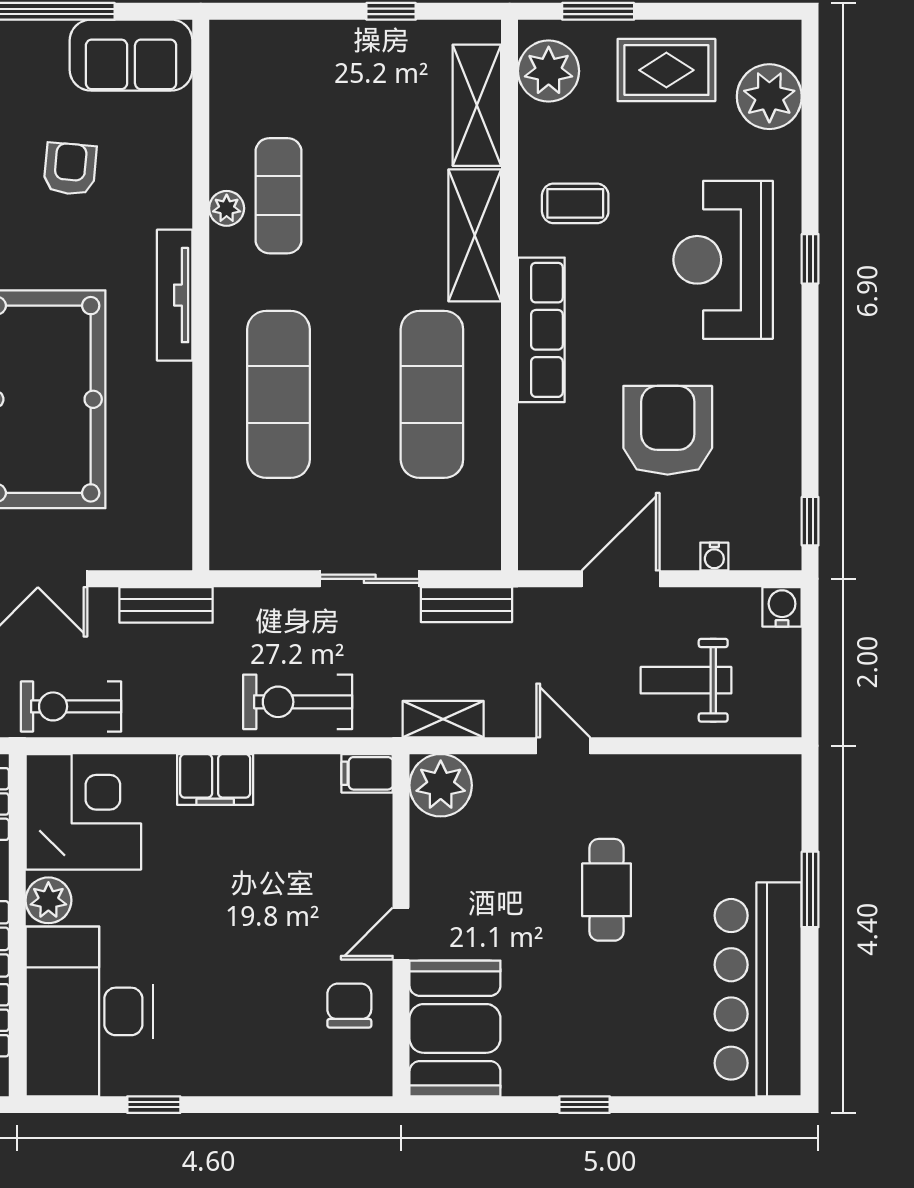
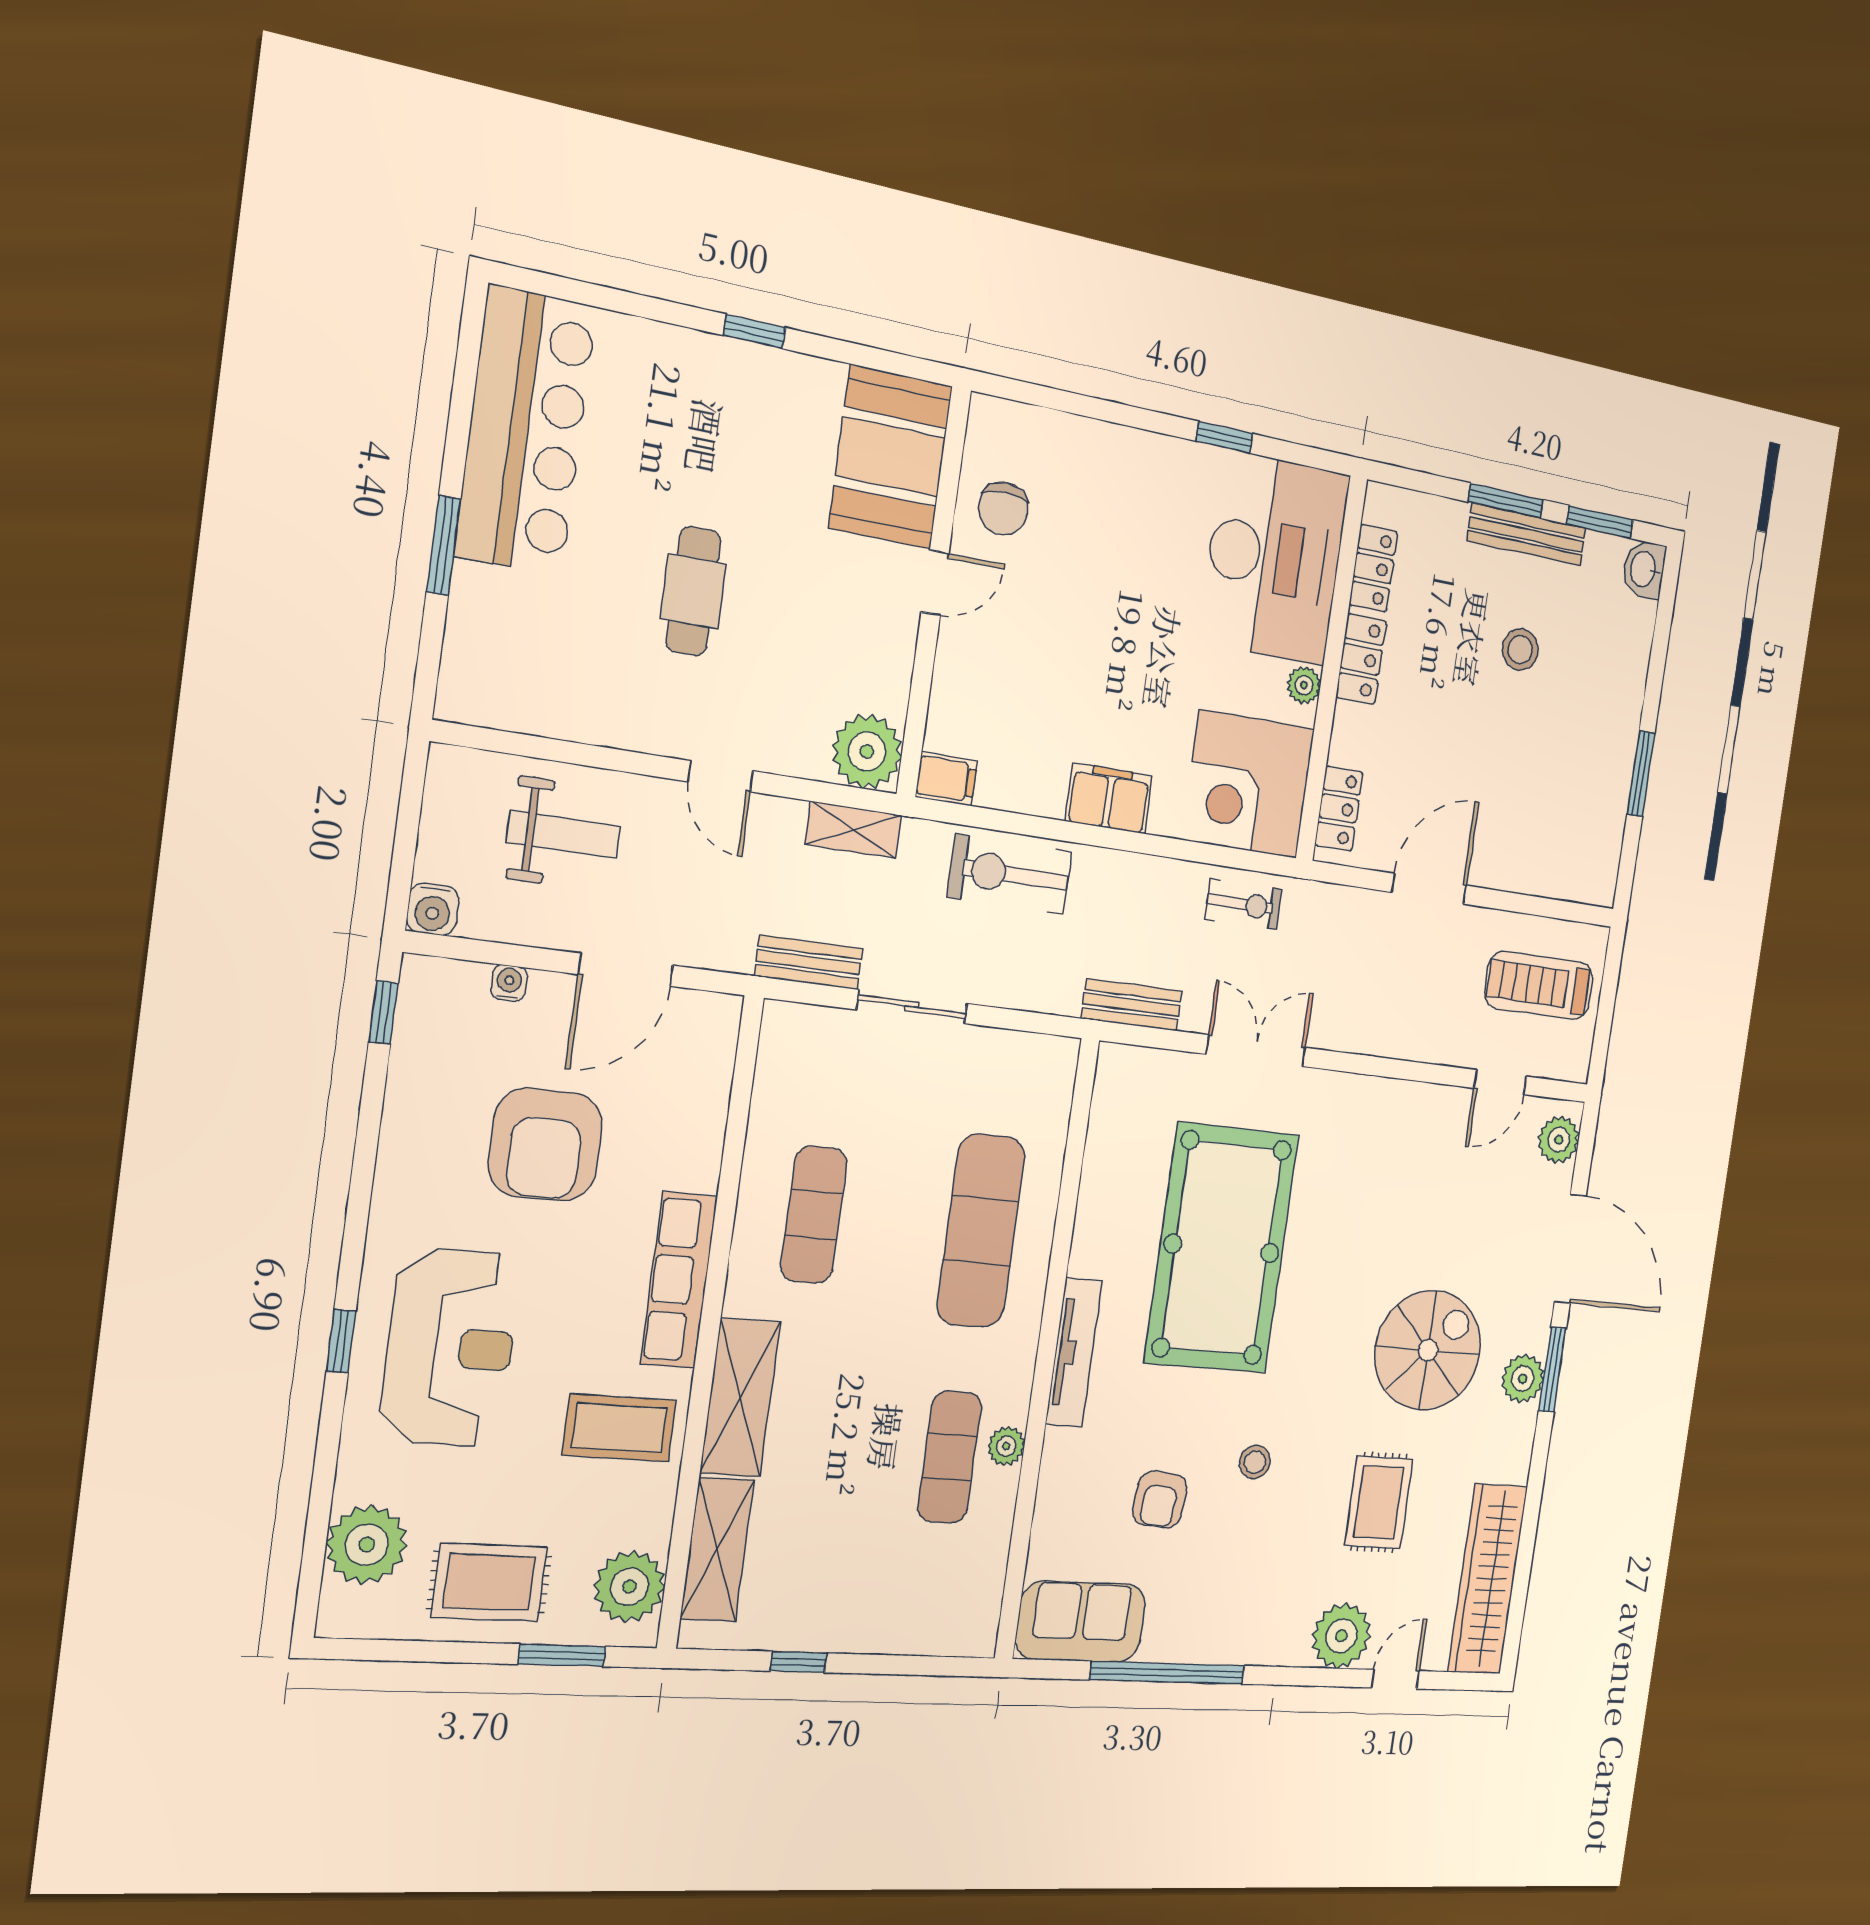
coffee table: (575, 203) -> (619, 1428), width x1.36, depth x1.30
exercise mat: (432, 394) -> (814, 1215), width x0.73, depth x0.69
exercise bike: (298, 702) -> (1010, 874), turned 180
exercise bike: (71, 706) -> (1244, 904), width x0.73, depth x0.72
plant: (48, 900) -> (1304, 685), width x0.73, depth x0.73

